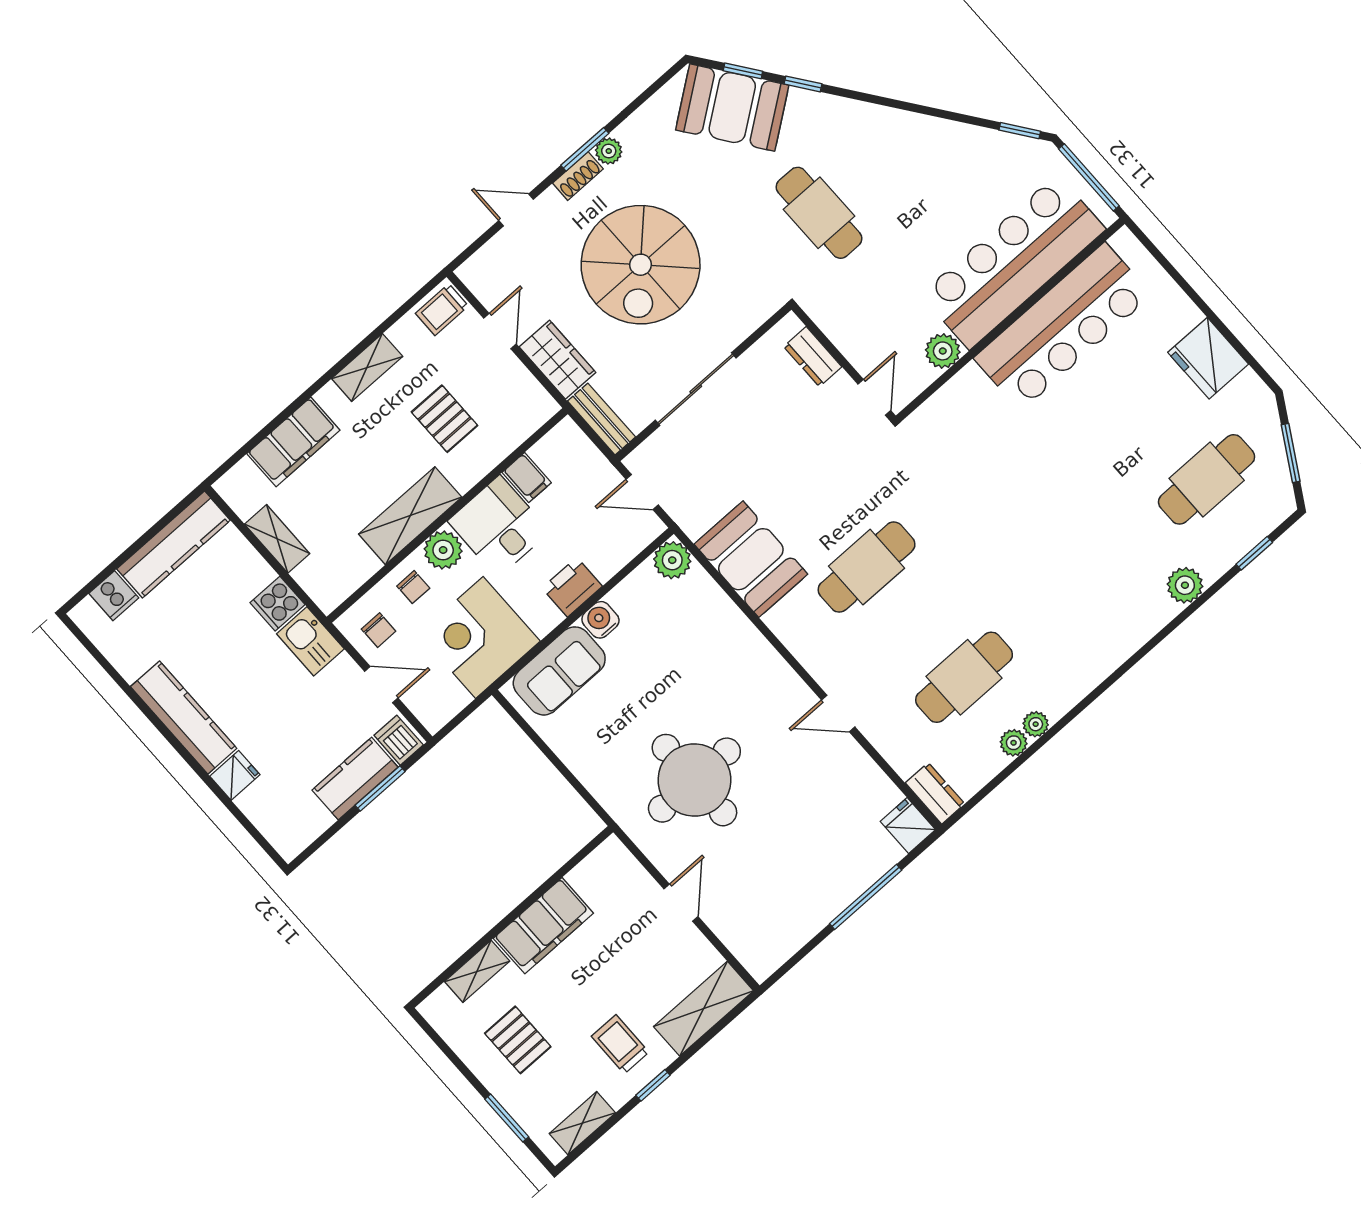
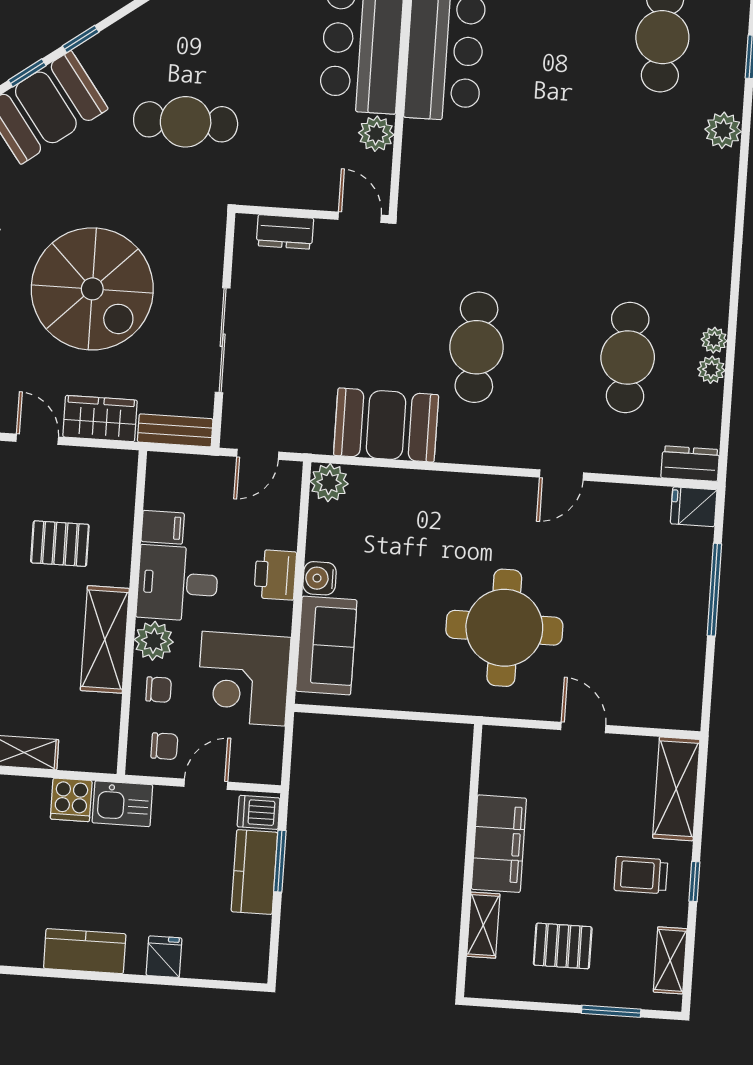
kitchen counter: (184, 718) -> (85, 951), width x0.67

